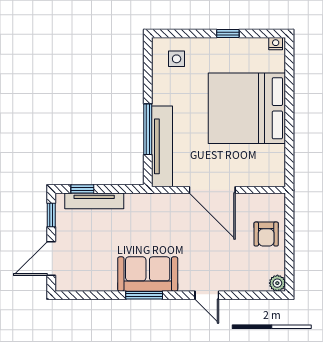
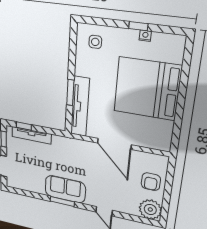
nightstand: (276, 44) -> (145, 36), moved
window: (148, 129) -> (70, 93), width x0.69
plant: (277, 283) -> (150, 209), width x1.88, depth x1.88

